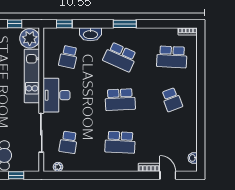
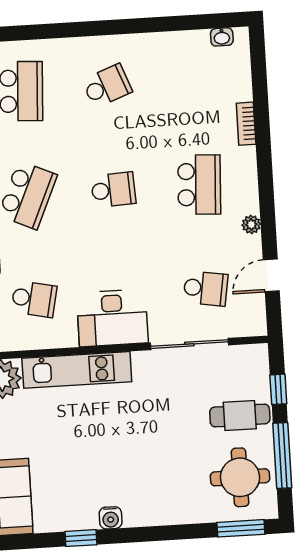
school desk: (120, 100) -> (113, 190), width x0.54
plant: (58, 167) -> (251, 225), moved
door: (168, 175) -> (271, 275), moved

